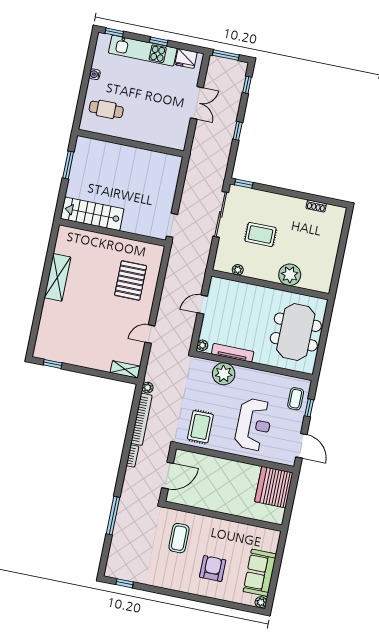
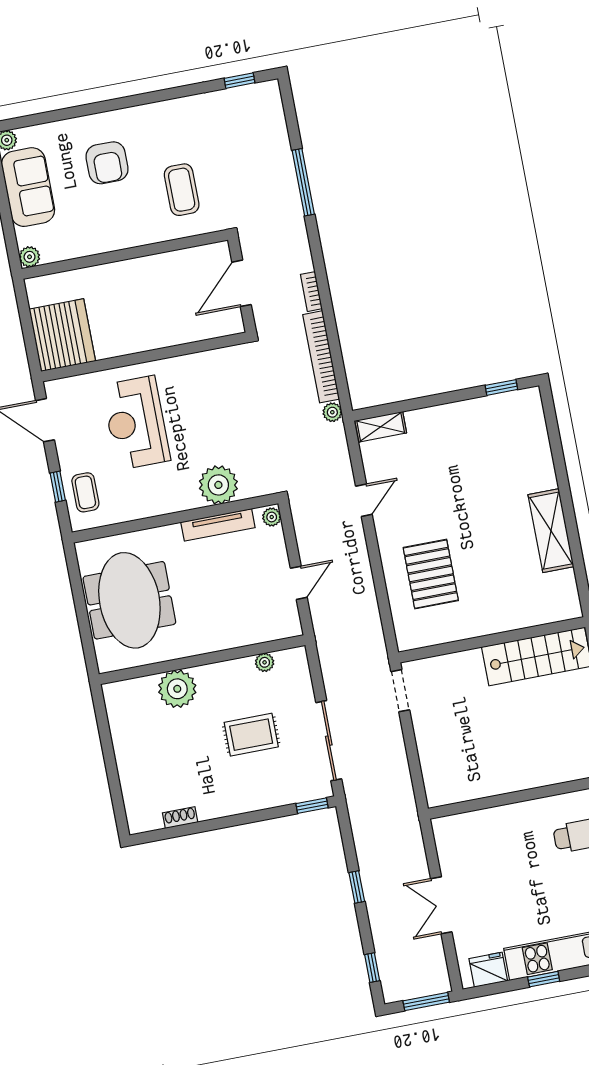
rug: (200, 427) -> (221, 384), removed
plant: (274, 536) -> (30, 257), added

